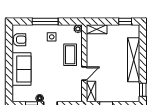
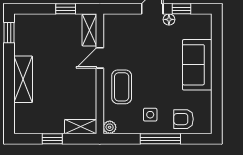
window: (125, 21) -> (52, 139), moved
armchair: (19, 40) -> (183, 119), moved
shelving: (134, 60) -> (23, 79), width x0.68

